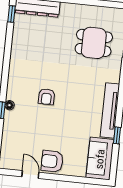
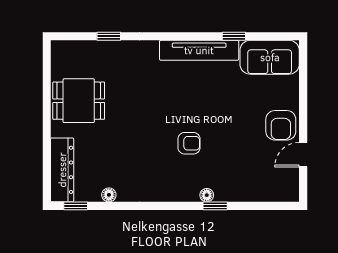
floor lamp: (17, 38) -> (109, 195), added
dining table: (94, 43) -> (79, 101), moved, turned 90

